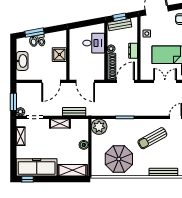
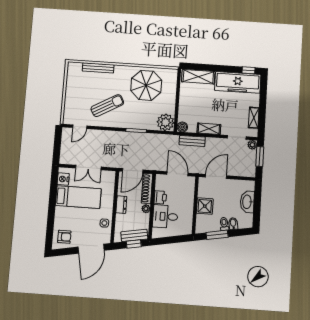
window: (34, 33) -> (217, 235), moved
printer: (99, 60) -> (160, 197), added
boiler: (84, 145) -> (182, 127), moved

